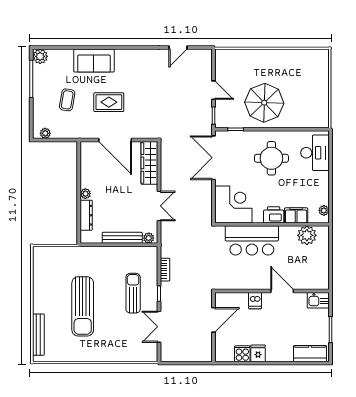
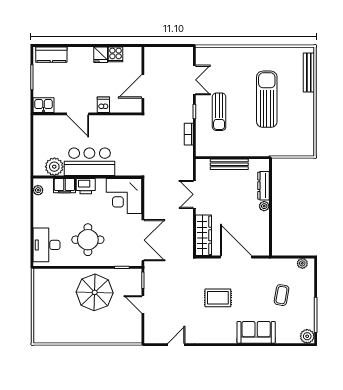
rug: (109, 102) -> (218, 298), moved
plant: (149, 238) -> (204, 164), removed
bar counter: (252, 240) -> (89, 162), moved

